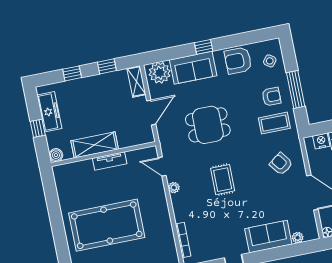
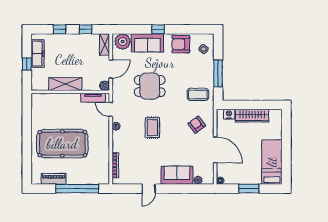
armchair: (271, 97) -> (200, 75), removed
boiler: (56, 155) -> (105, 86), moved
tv unit: (110, 161) -> (93, 98), moved

